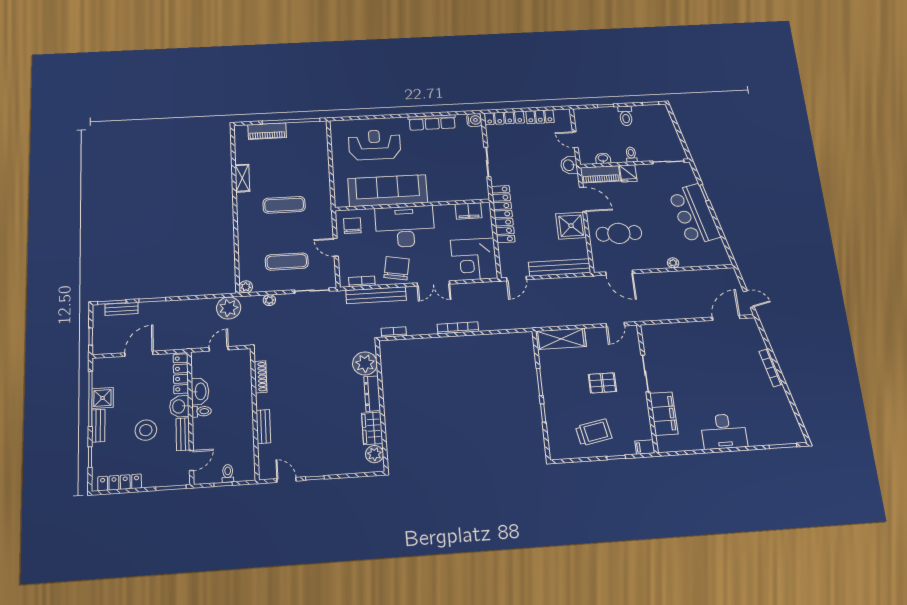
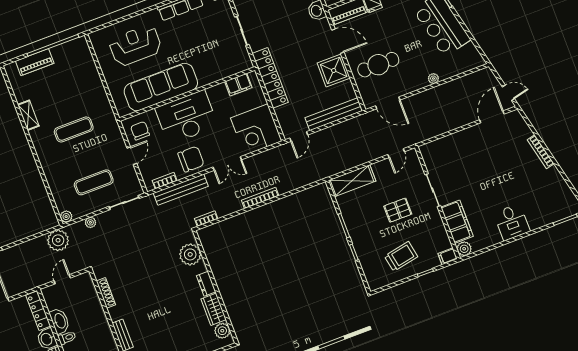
door: (336, 247) -> (132, 156), swing flipped
chair: (397, 268) -> (191, 159), turned 80
dresser: (372, 394) -> (206, 284), width x0.70
desk: (724, 431) -> (512, 222), width x0.73
plant: (665, 444) -> (464, 249), added

